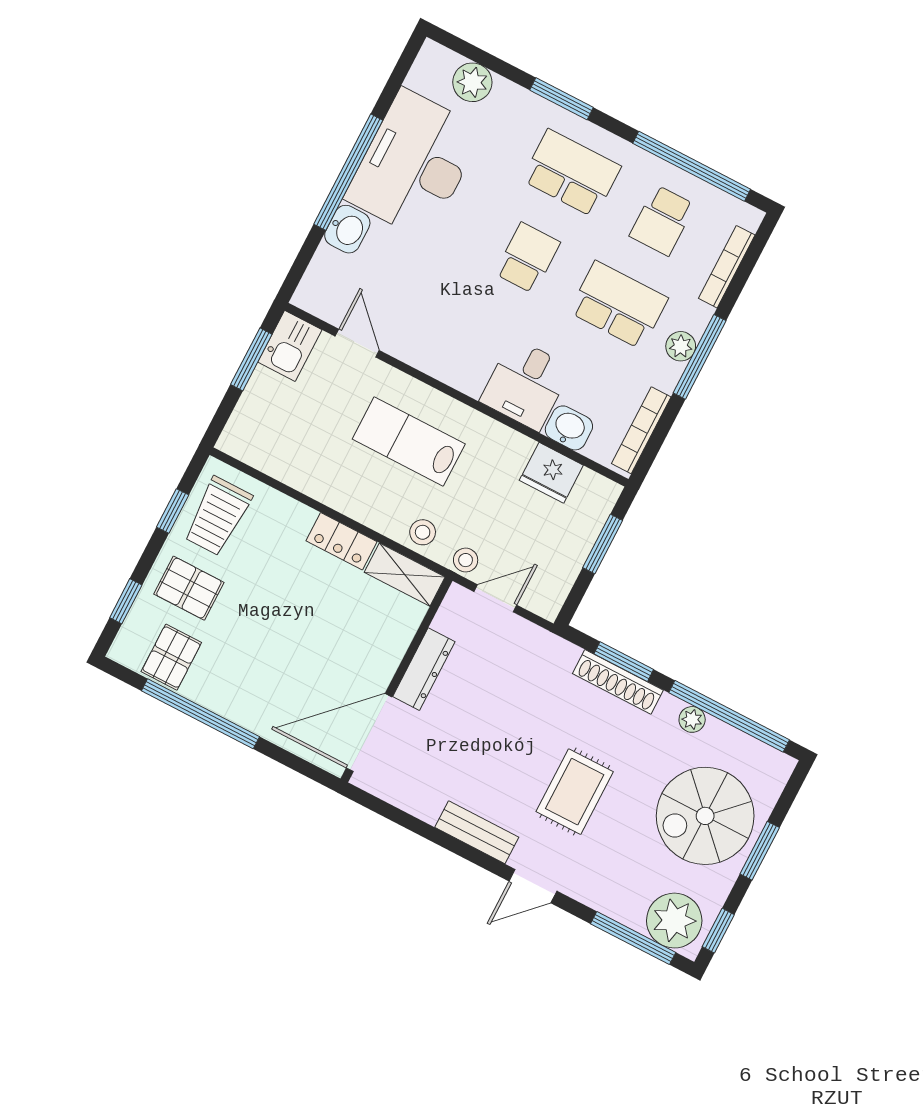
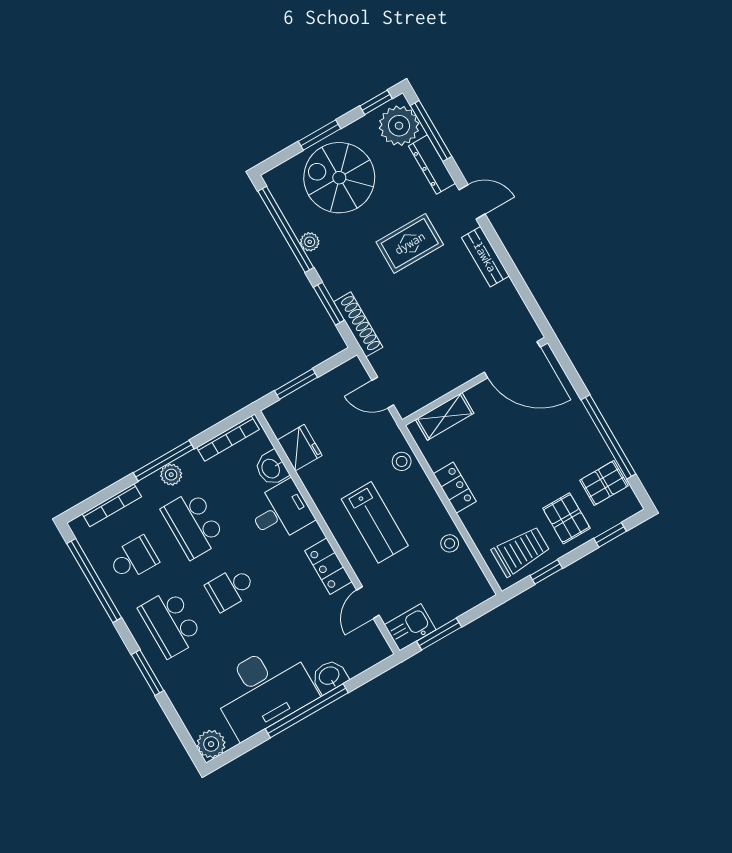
plant: (472, 82) -> (211, 744), moved
locker: (430, 356) -> (328, 566), added
stool: (466, 560) -> (450, 543), moved
shelving: (405, 575) -> (445, 416), moved, turned 90
dresser: (424, 669) -> (432, 165), moved, turned -90
shoe rack: (618, 682) -> (358, 324), moved
spiral stairs: (705, 816) -> (339, 178), turned 180

